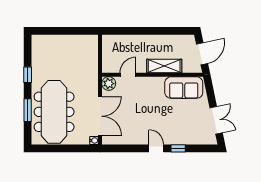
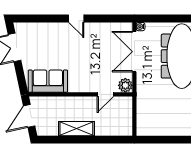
shelving: (164, 66) -> (76, 129), moved
window: (178, 148) -> (54, 18), removed

